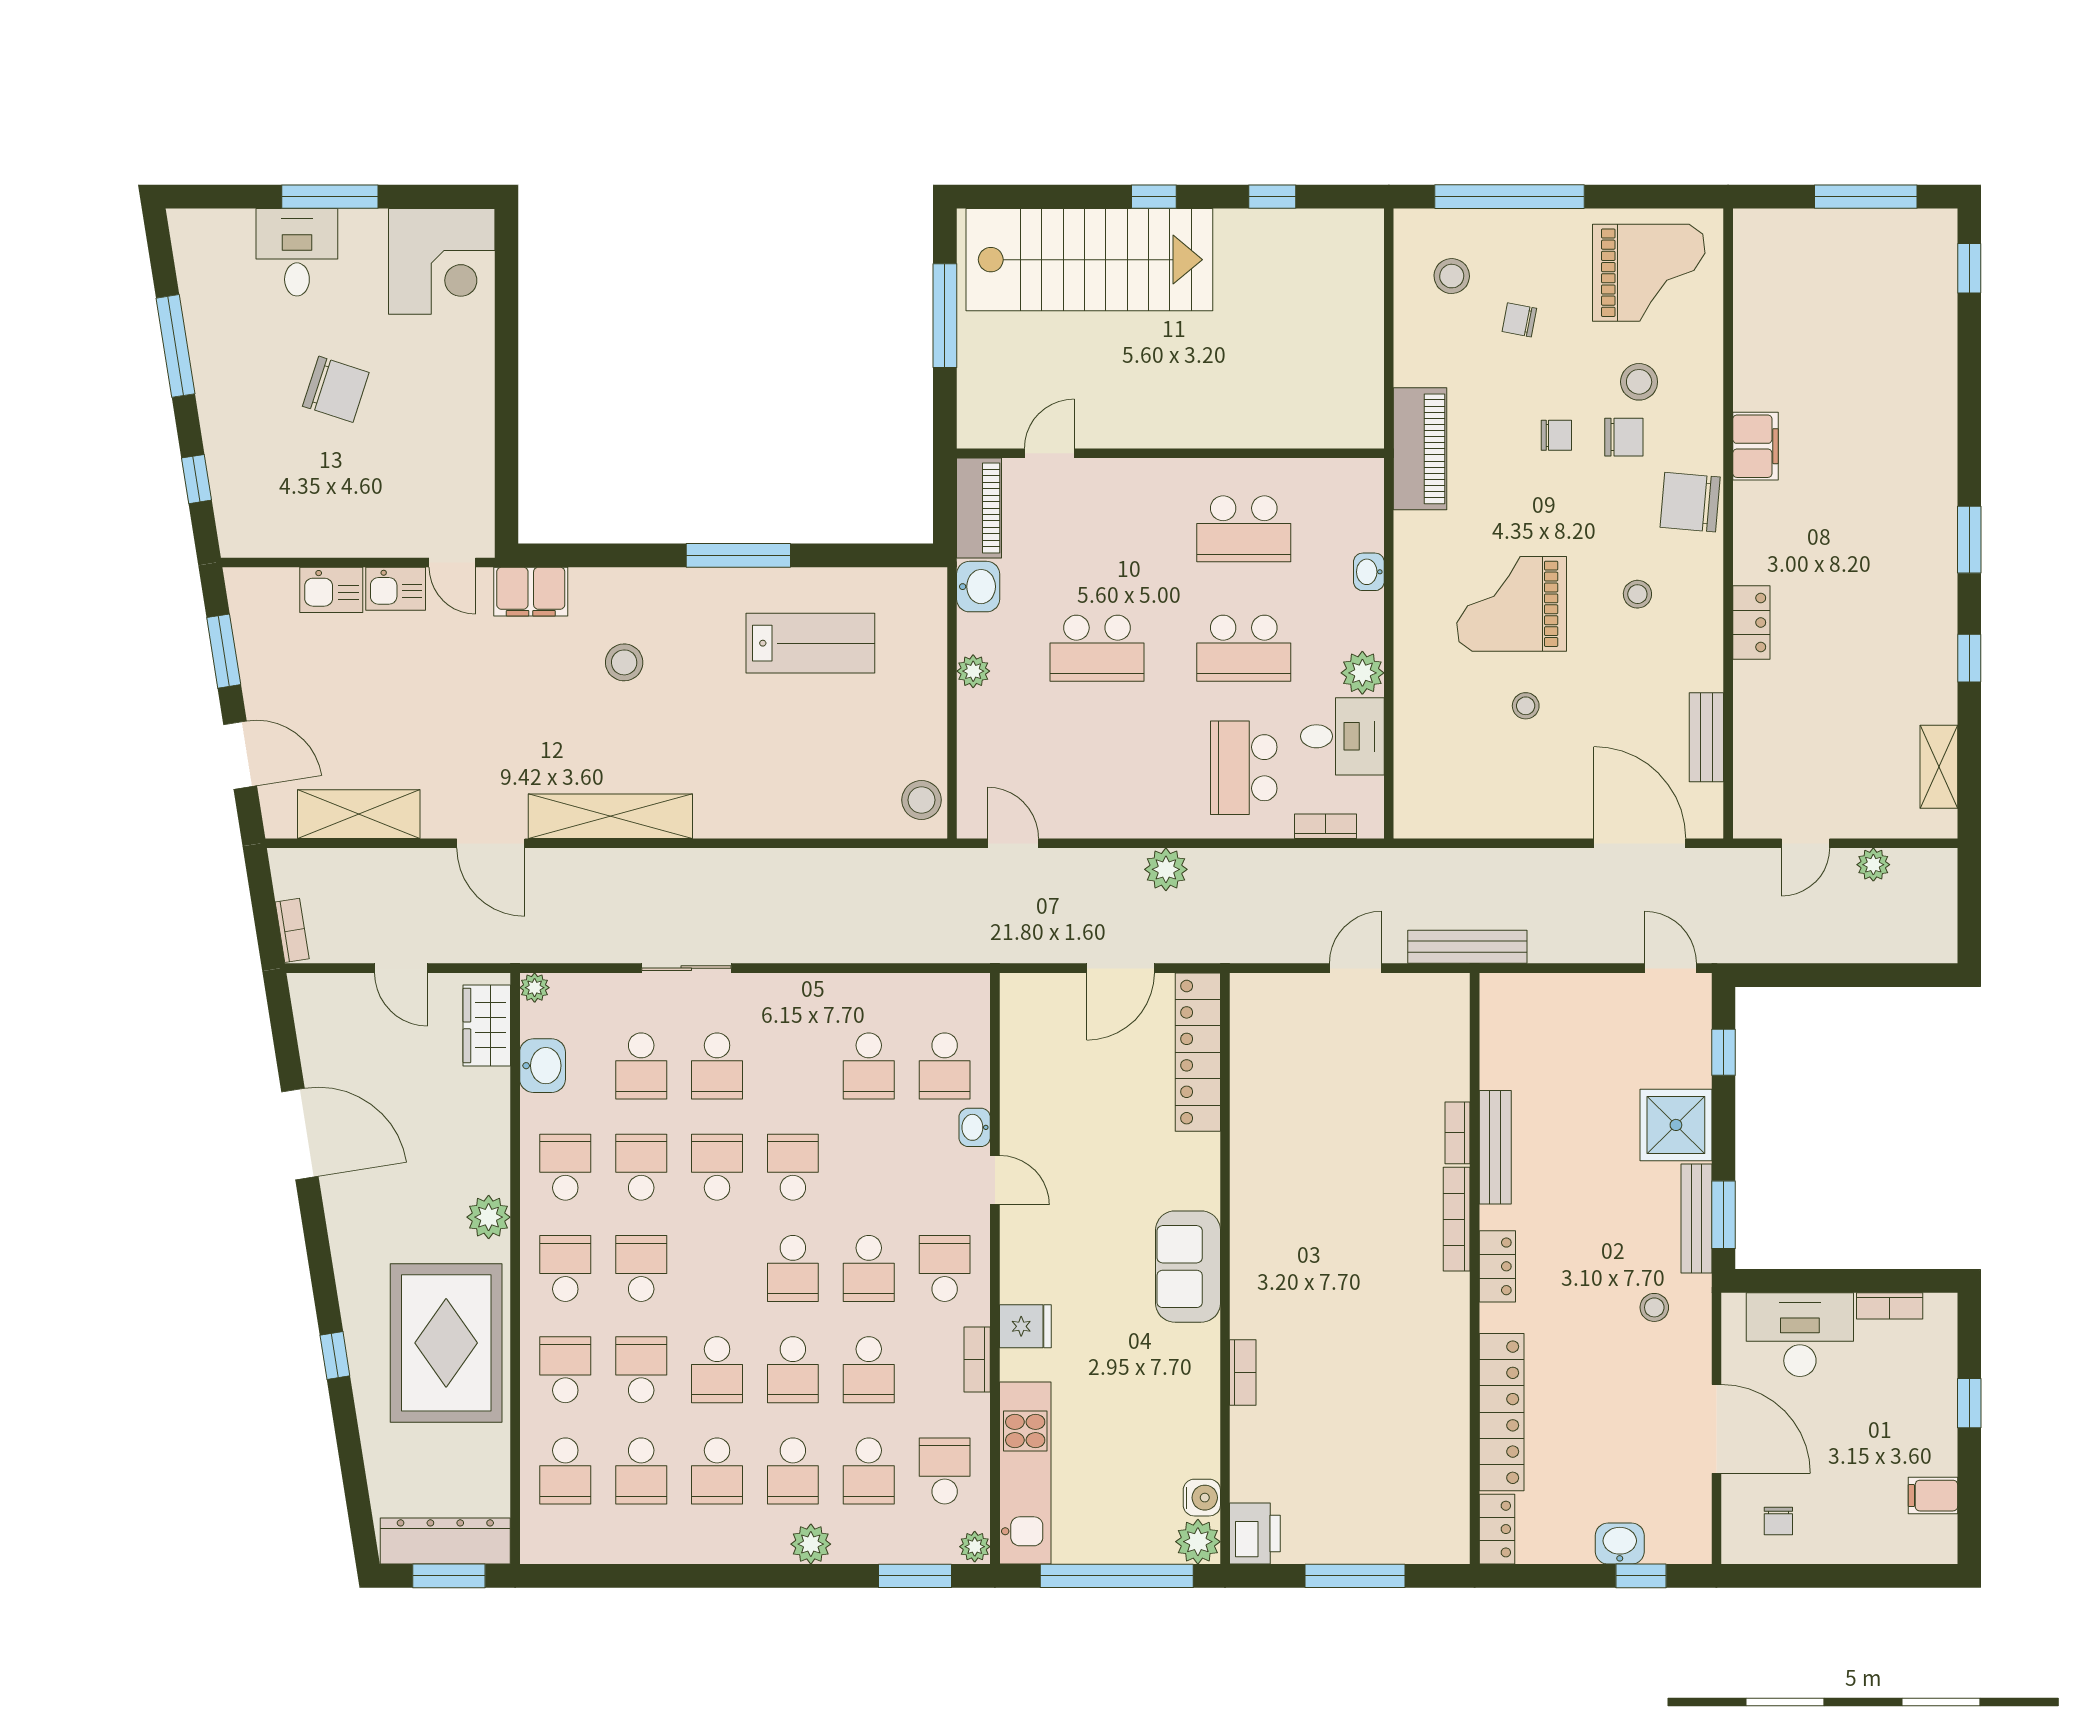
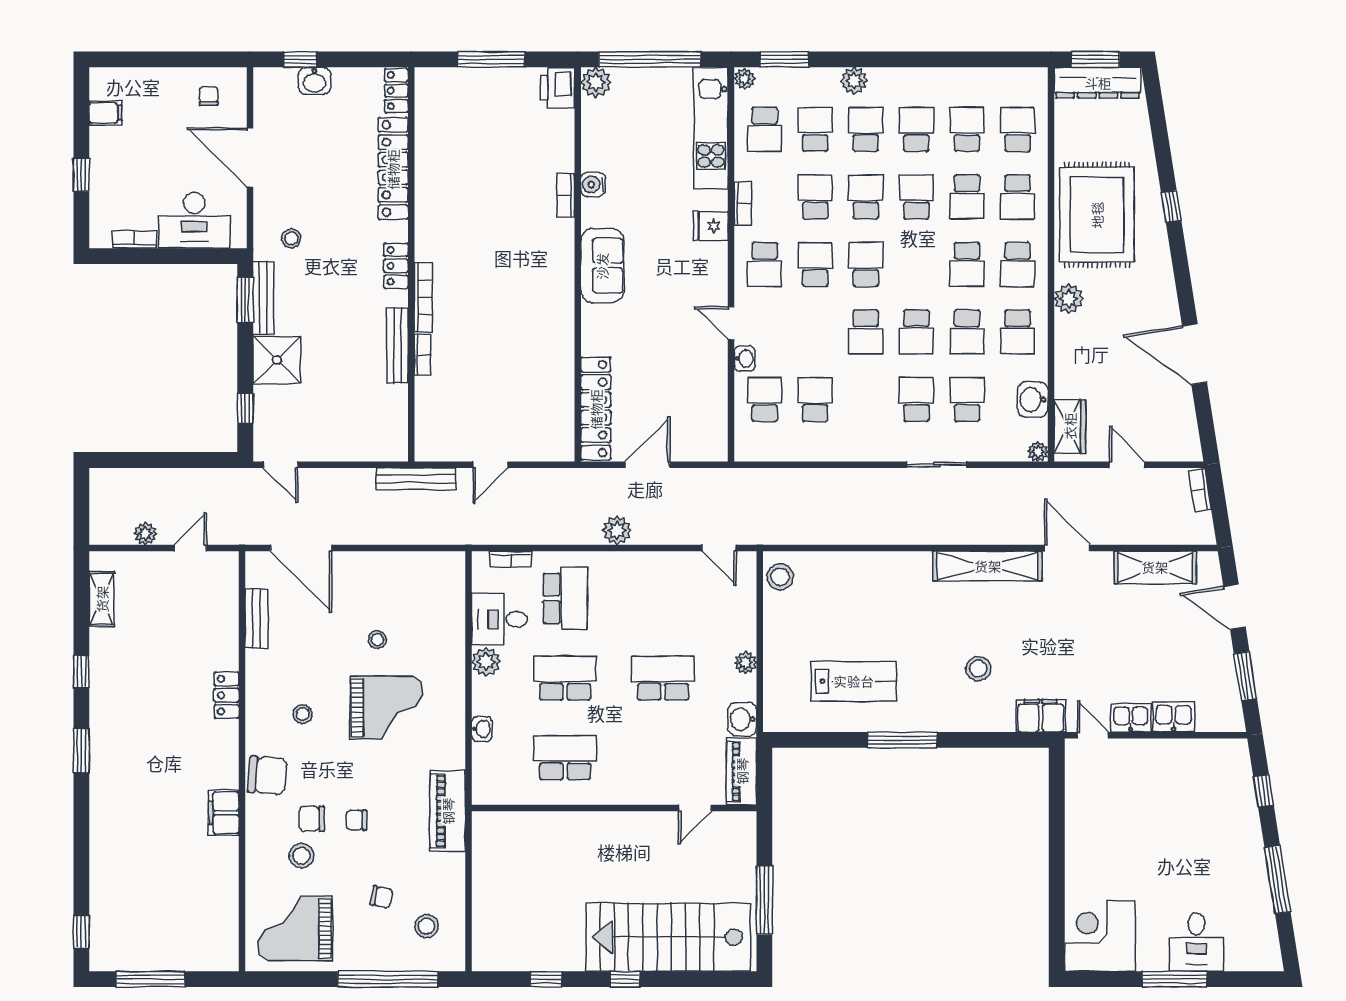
chair: (336, 389) -> (1171, 851), removed
lab bench: (810, 643) -> (854, 681), turned 180
water cooler: (1202, 1498) -> (593, 184), moved

